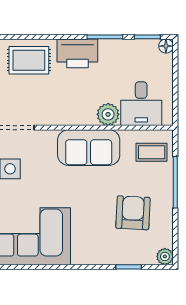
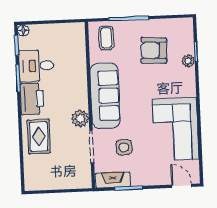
desk: (141, 104) -> (36, 66), moved, turned 180
plant: (108, 114) -> (80, 118), moved
sofa: (89, 148) -> (105, 96), width x1.36
plant: (165, 256) -> (188, 61), moved

